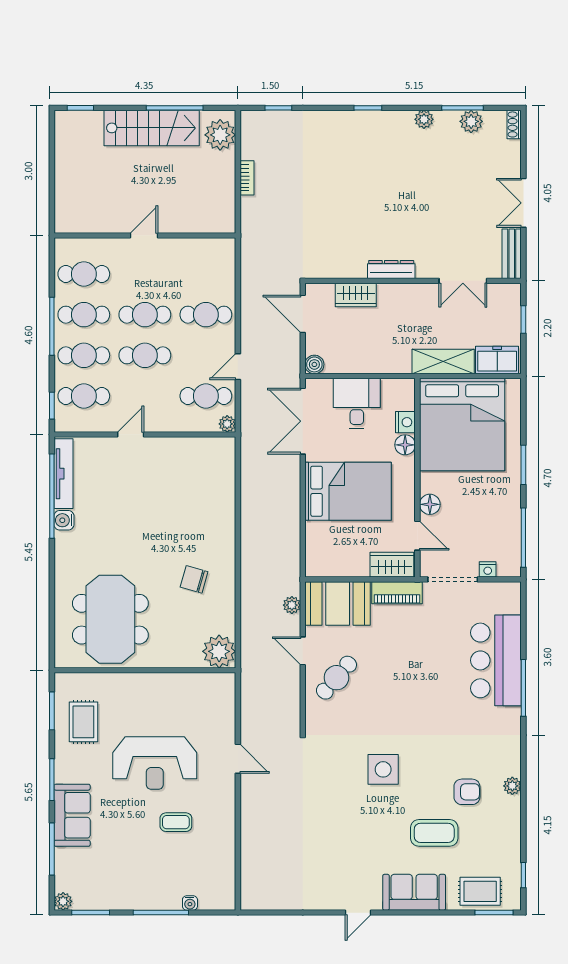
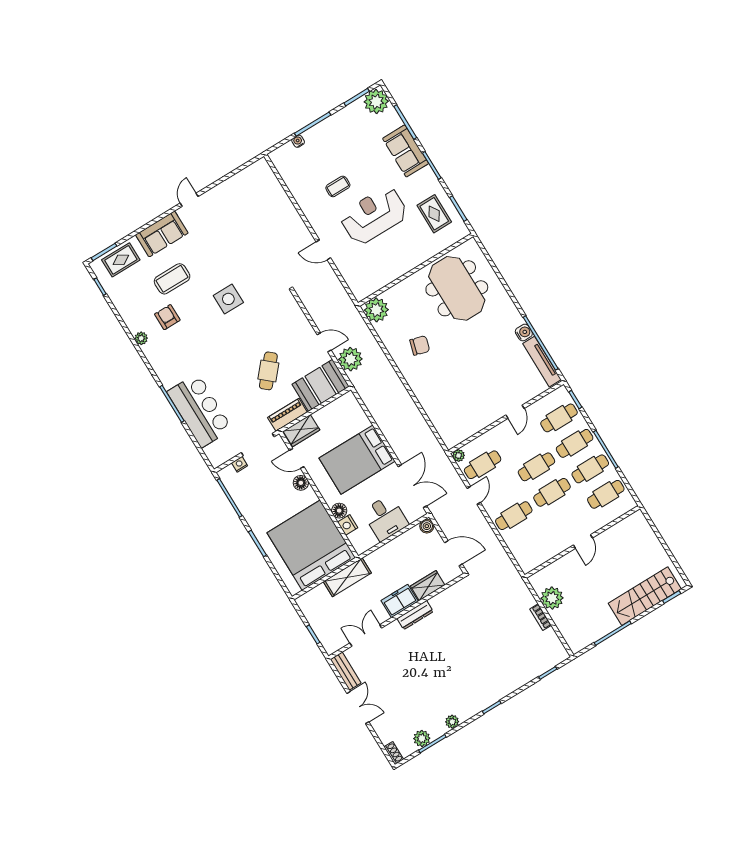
stairs: (152, 128) -> (645, 596), moved
plant: (220, 135) -> (552, 598), moved
freezer: (497, 360) -> (400, 601), moved, turned 180
plant: (292, 605) -> (350, 359), width x1.87, depth x1.87
cafe table: (336, 678) -> (268, 371), moved
armchair: (467, 792) -> (167, 317), turned 90
plant: (63, 901) -> (376, 102), width x1.87, depth x1.87

